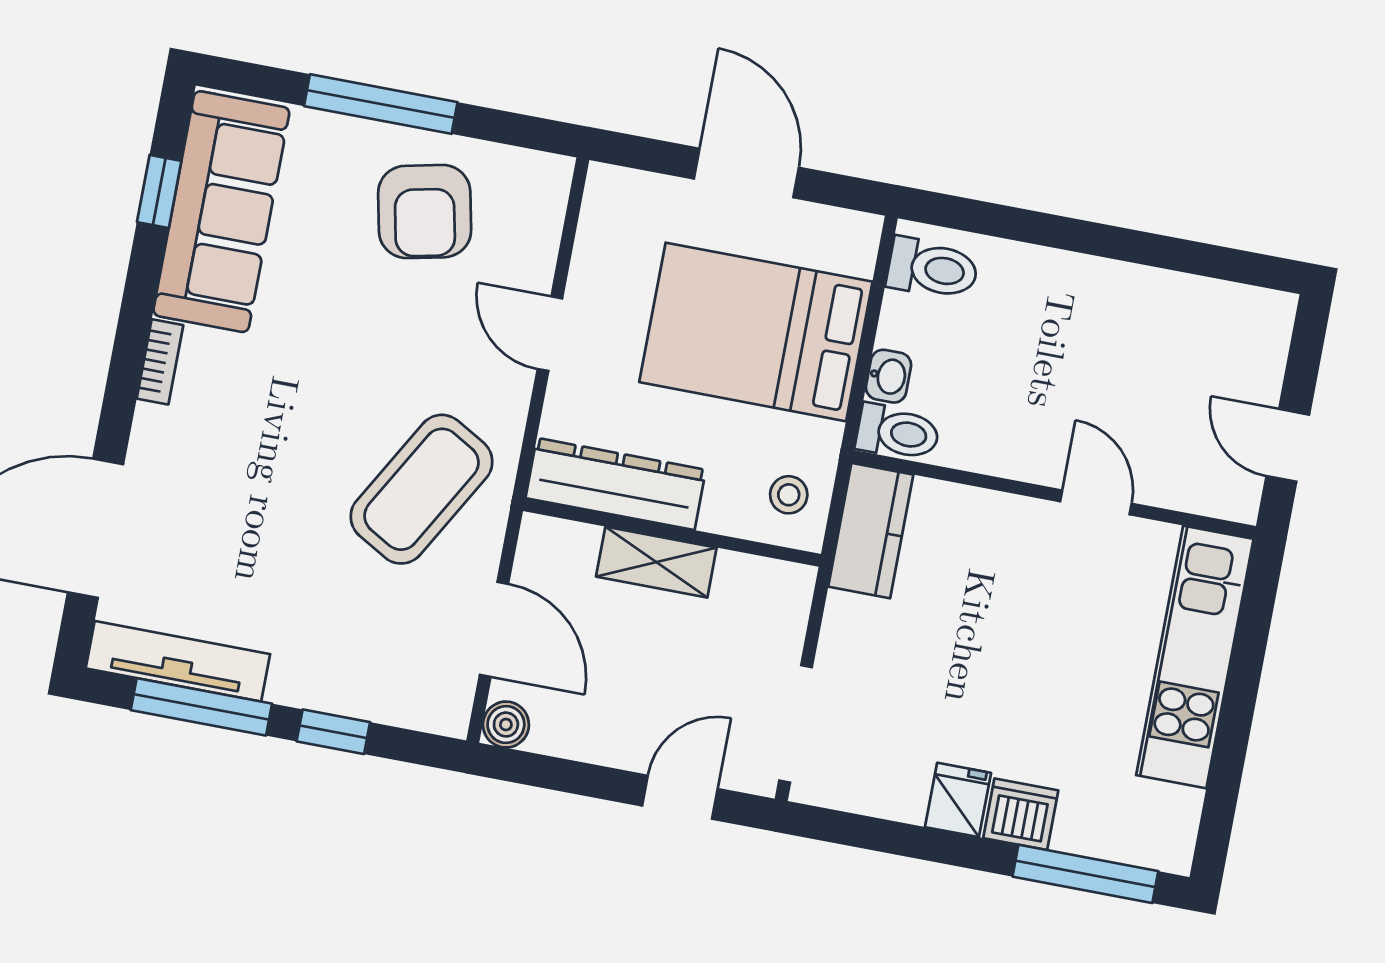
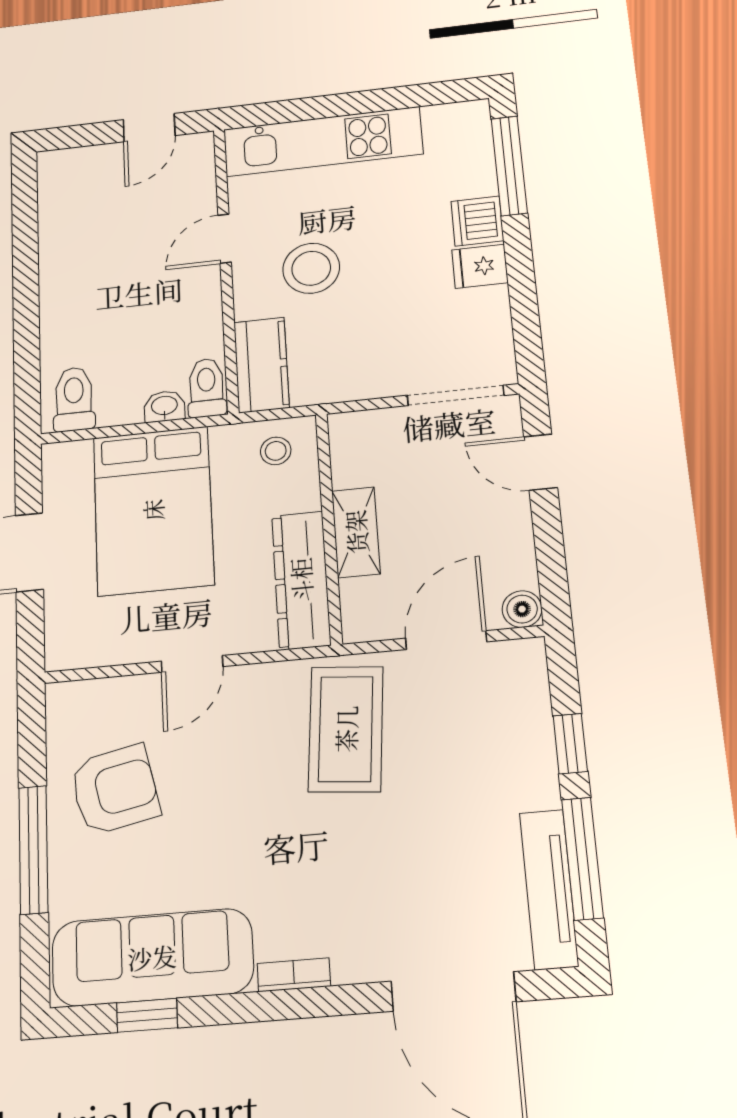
coffee table: (421, 489) -> (346, 729), turned 65
kitchen counter: (871, 531) -> (261, 365), moved, turned 90
stool: (1020, 598) -> (311, 268), added

